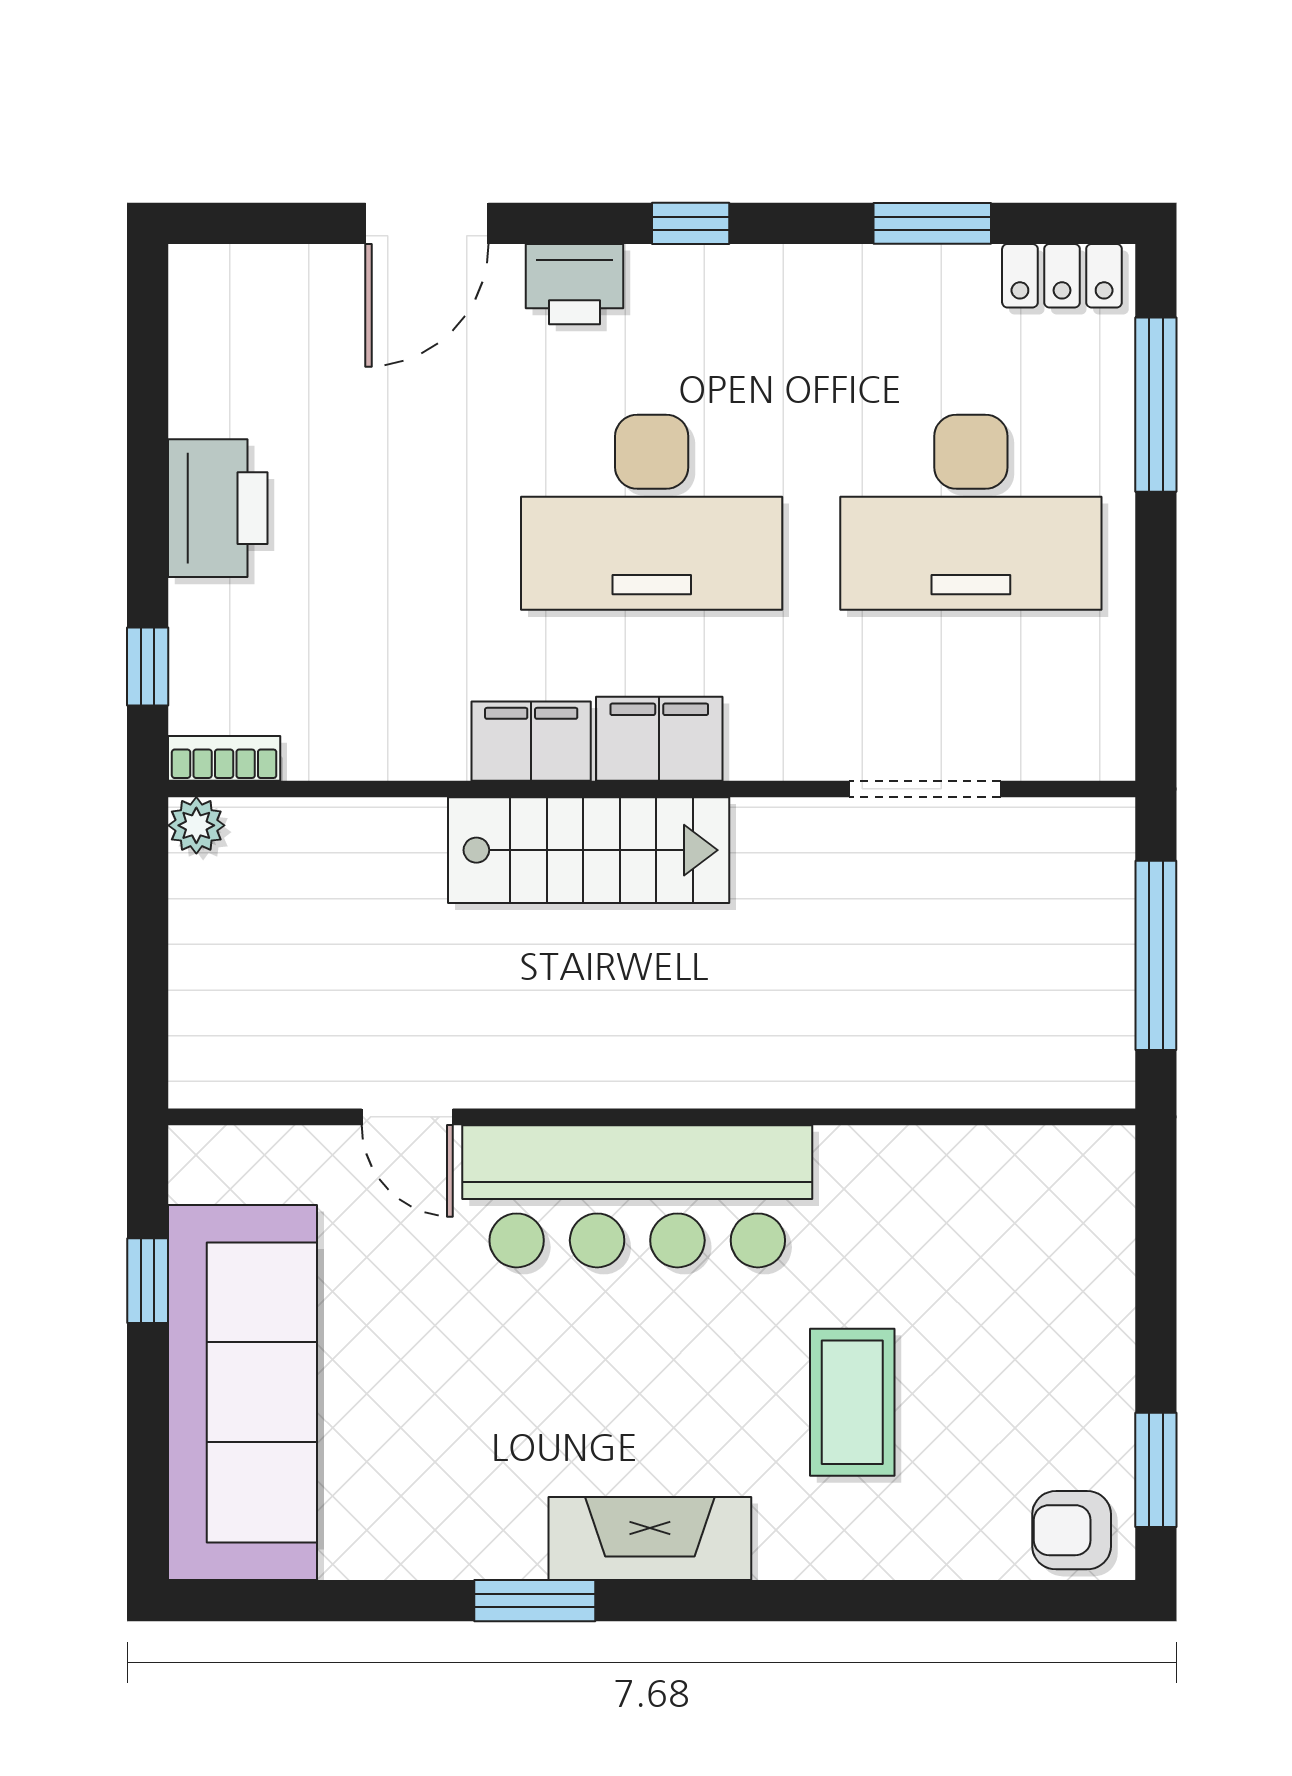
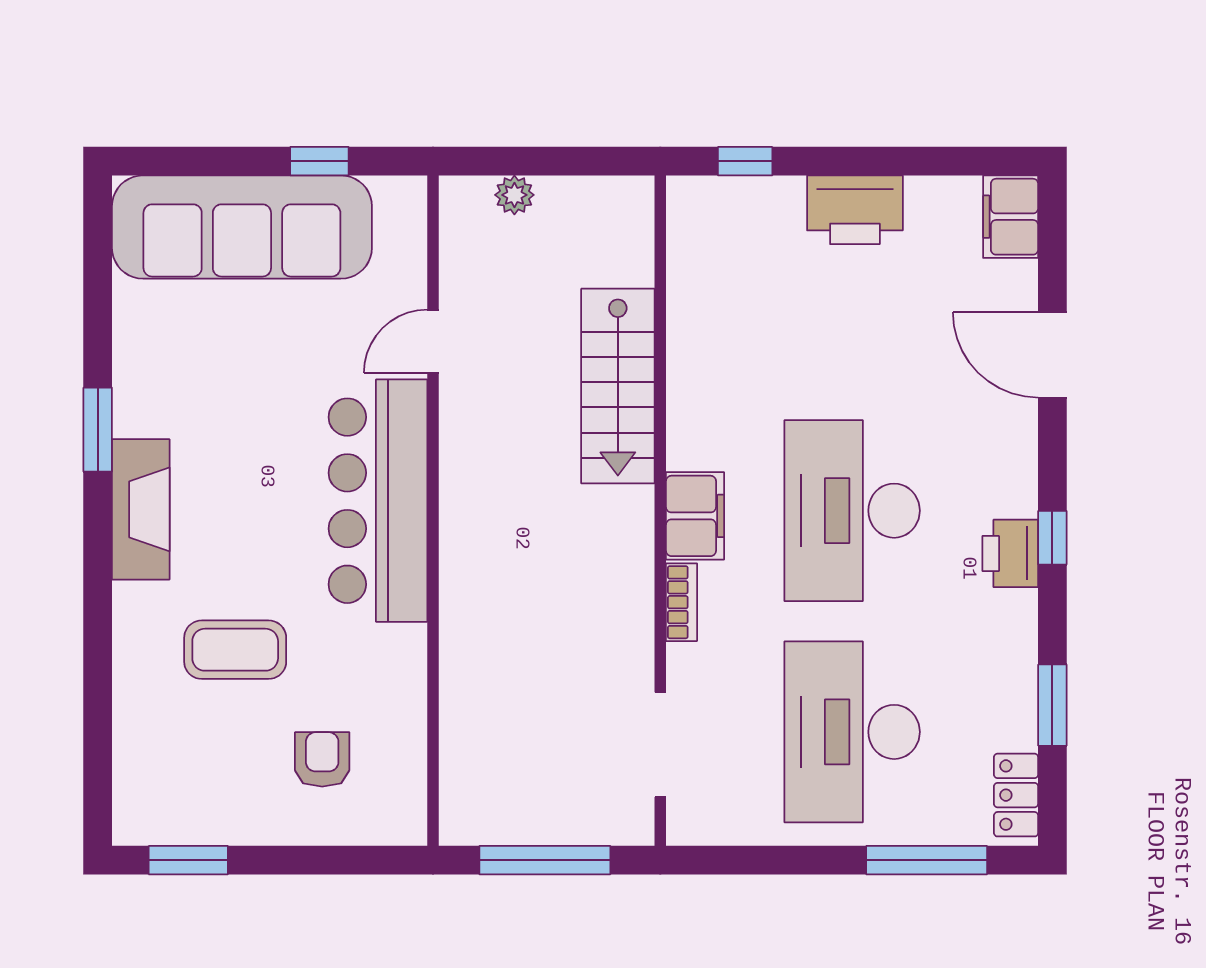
printer: (574, 284) -> (1010, 553), moved
filing cabinet: (531, 741) -> (1011, 217), moved, turned 180
bookcase: (224, 758) -> (681, 602), moved
doorway: (925, 789) -> (660, 745), moved
plant: (196, 825) -> (514, 195), moved
stairs: (589, 850) -> (618, 386), moved
armchair: (1072, 1530) -> (322, 759), moved

